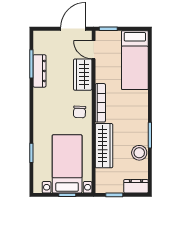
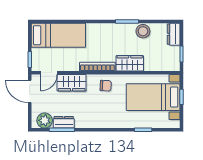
plant: (41, 45) -> (45, 120), added
dresser: (39, 71) -> (64, 122), width x0.70
wardrobe: (104, 146) -> (130, 63), width x0.67

